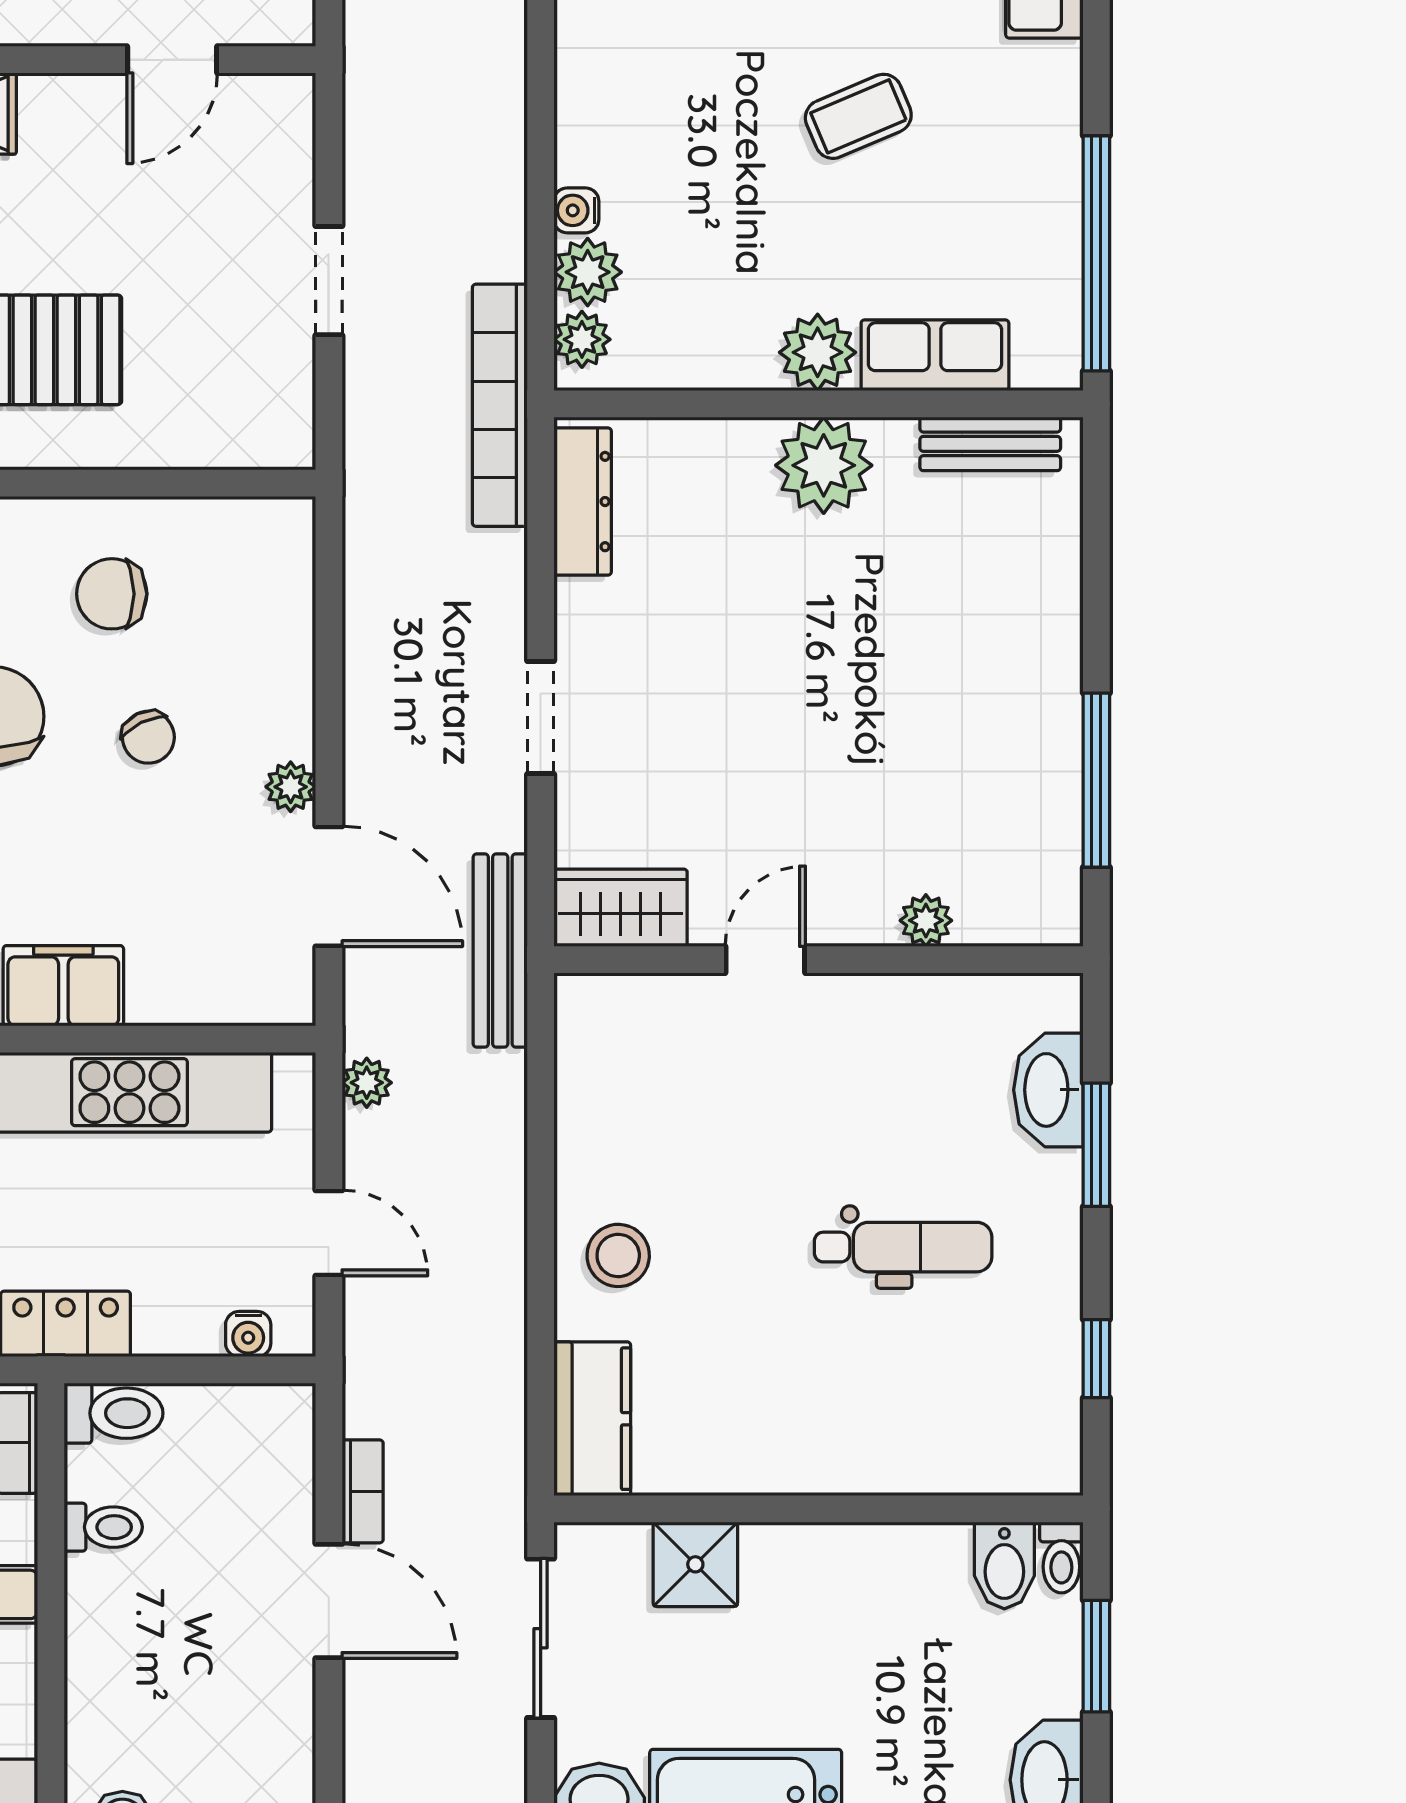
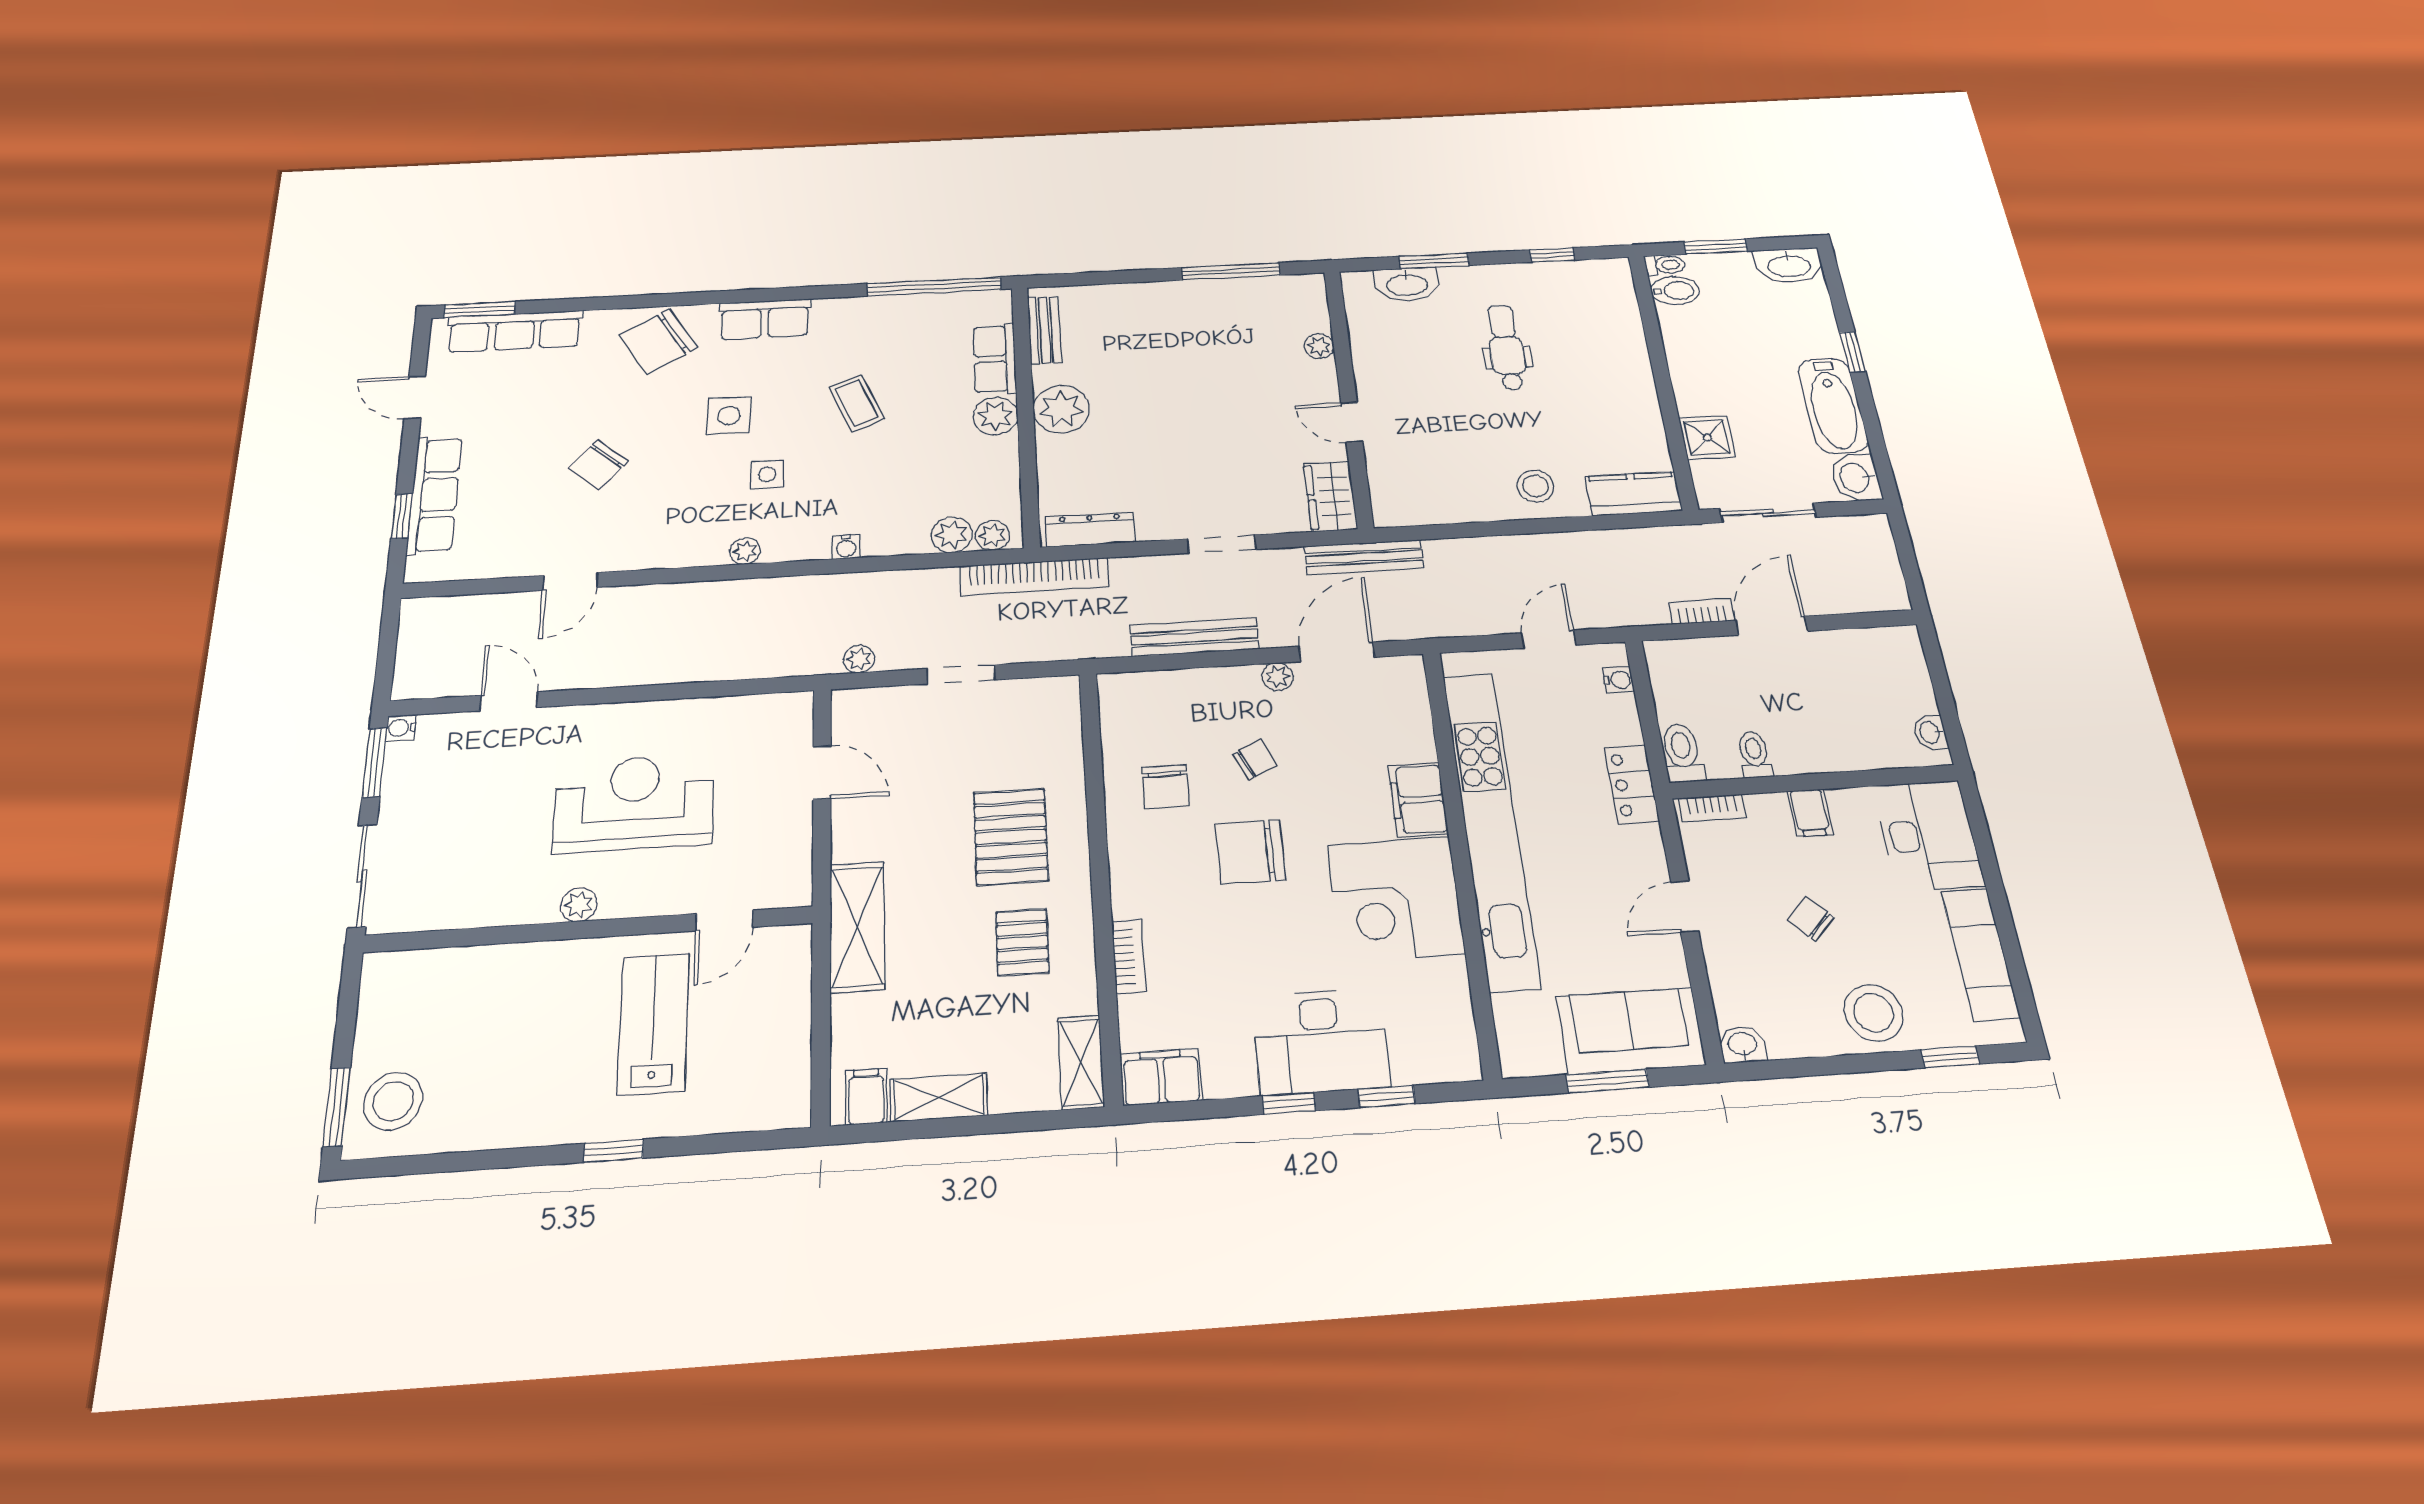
water cooler: (576, 210) -> (846, 547), moved
bench: (371, 659) -> (1194, 637), added
plant: (367, 1083) -> (859, 659), moved

